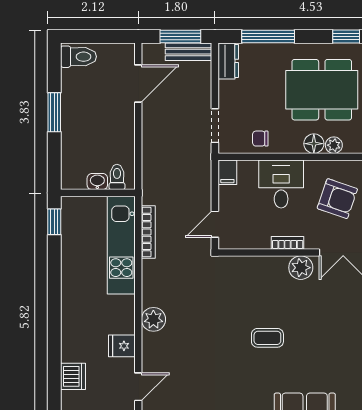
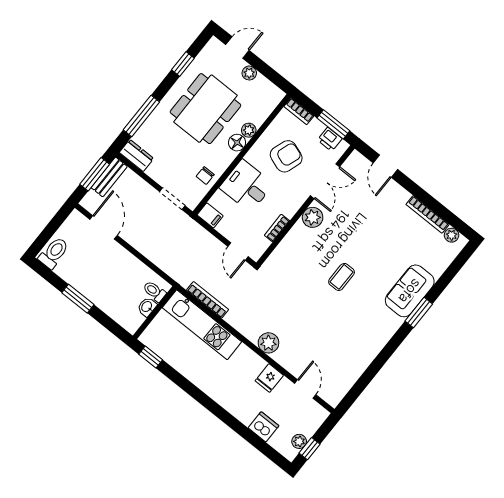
bookcase: (288, 243) -> (277, 228), moved

